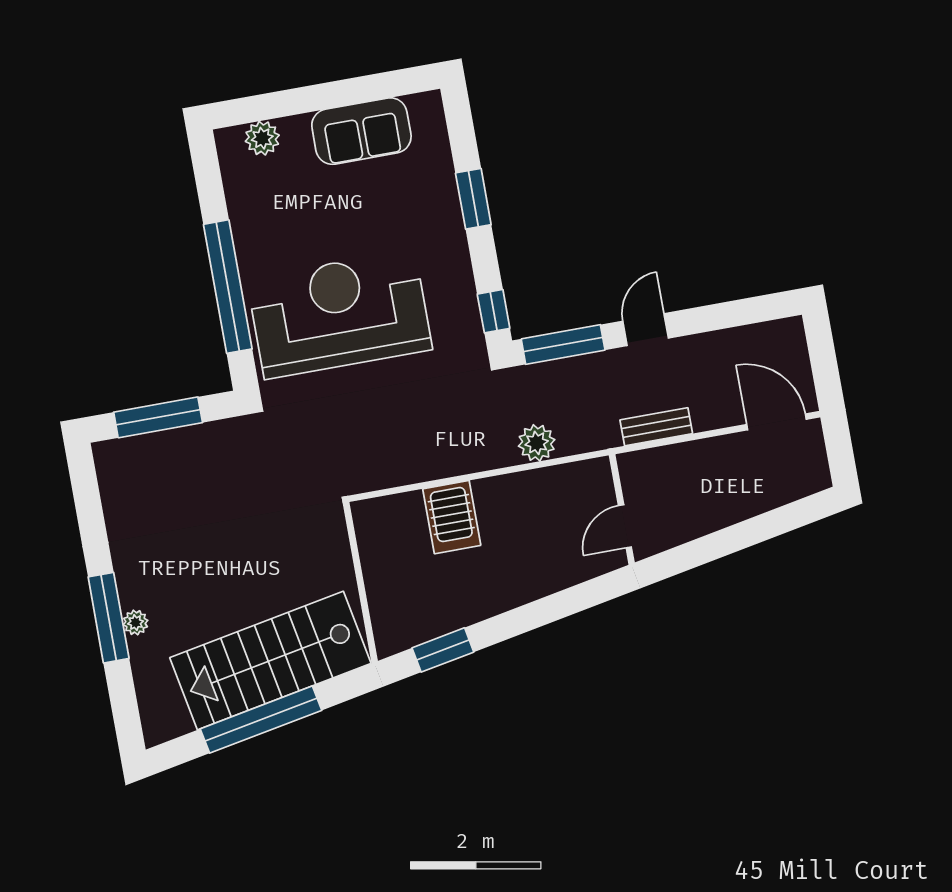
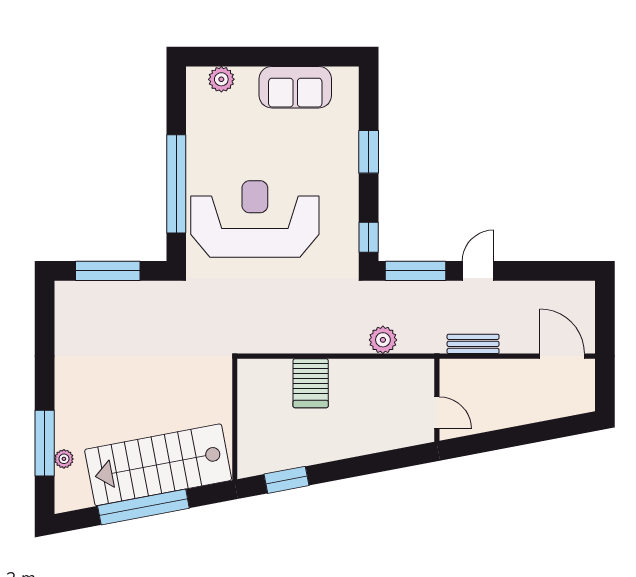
door: (625, 526) -> (437, 413), swing flipped
window: (109, 618) -> (45, 443), moved
plant: (136, 623) -> (64, 459), moved

